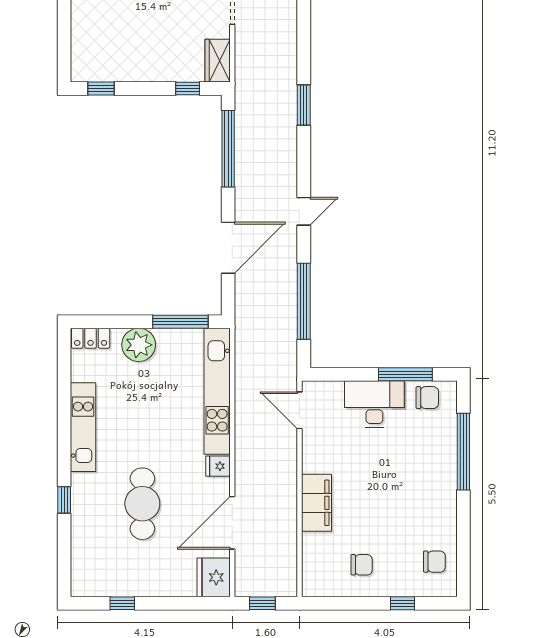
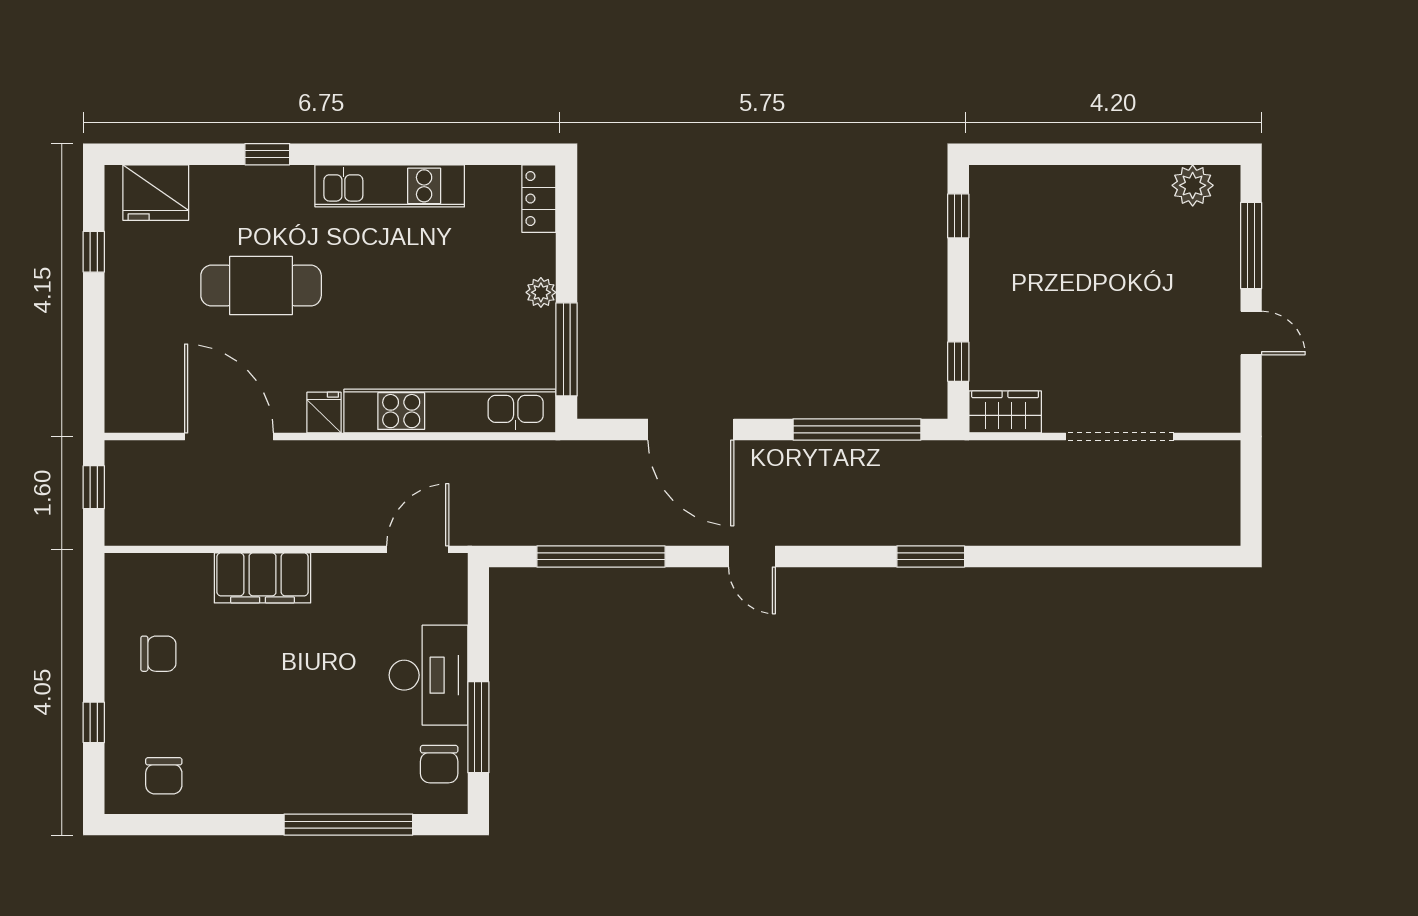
plant: (139, 345) -> (541, 292), width x0.53, depth x0.53
chair: (362, 565) -> (158, 654), turned -90
fridge: (214, 577) -> (156, 193), moved, turned 180

